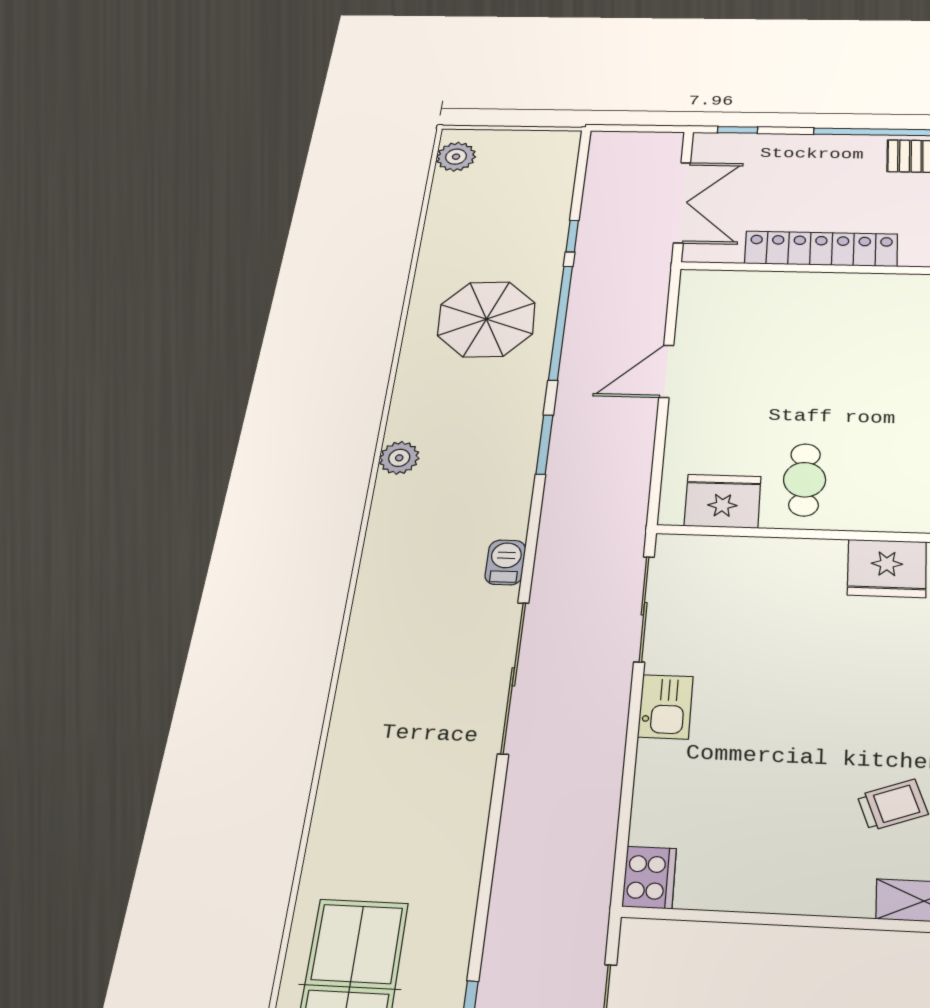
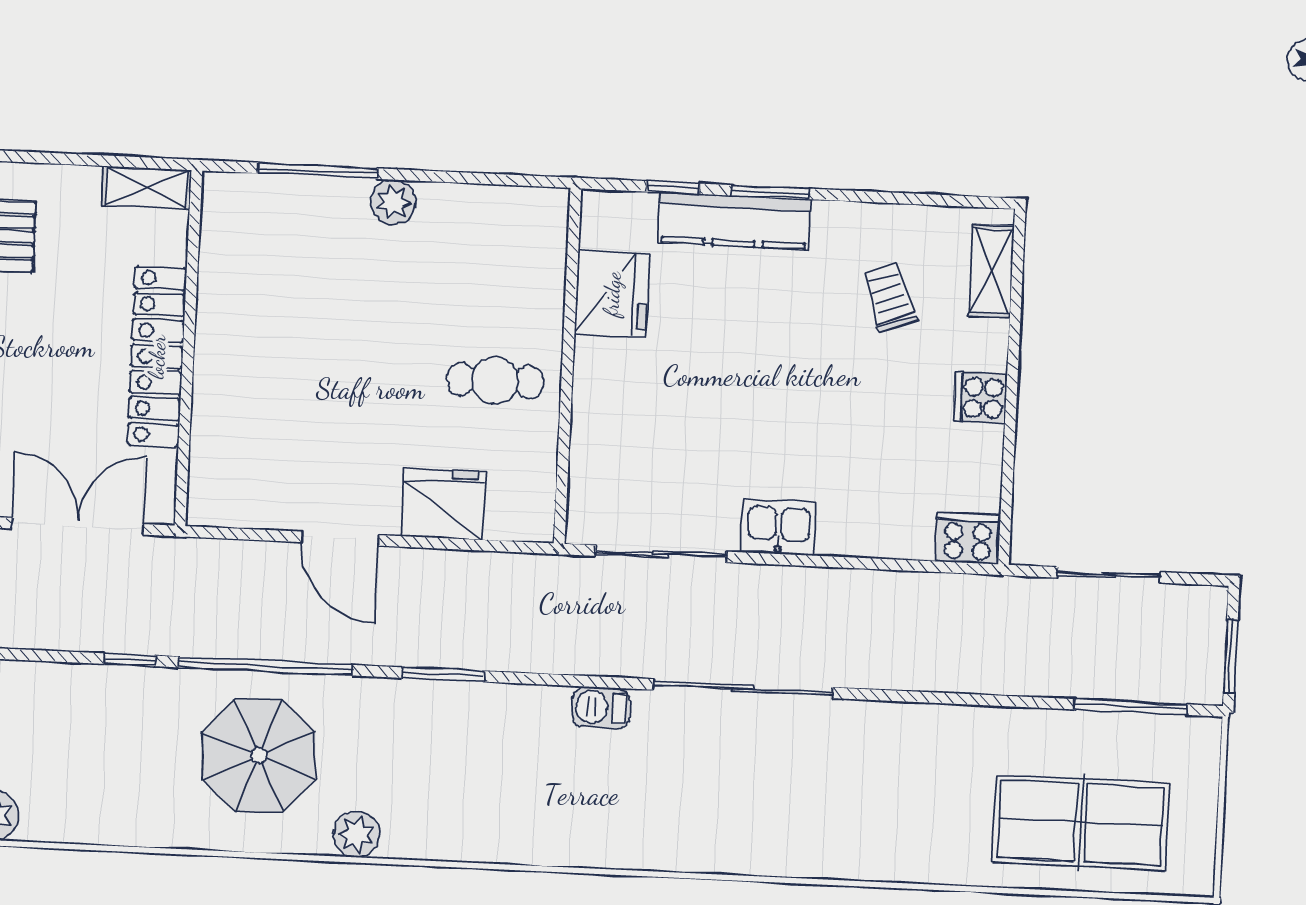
plant: (399, 458) -> (357, 834), moved
fridge: (723, 501) -> (443, 504), moved, turned 90
cooker: (793, 890) -> (980, 398), added

